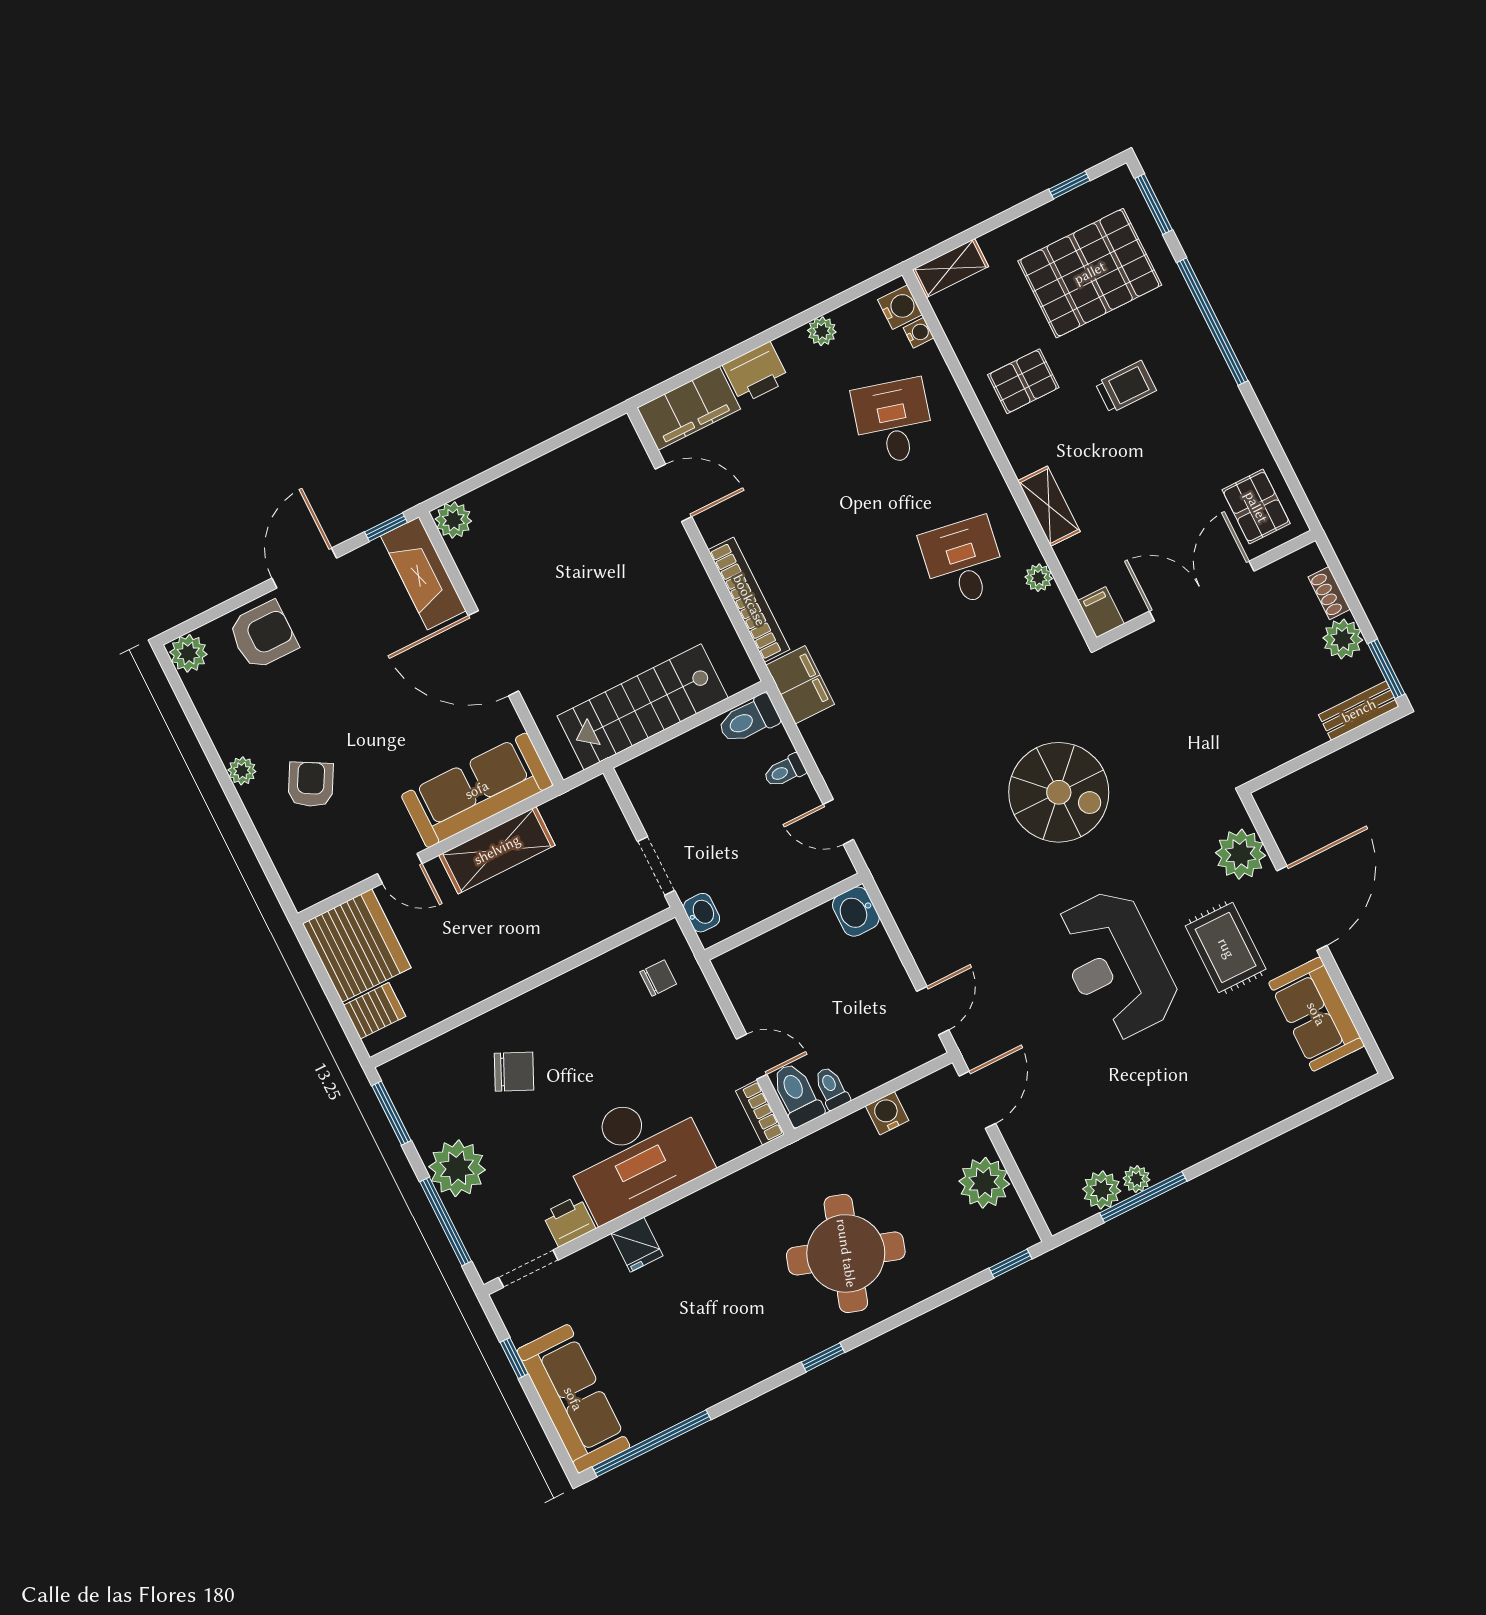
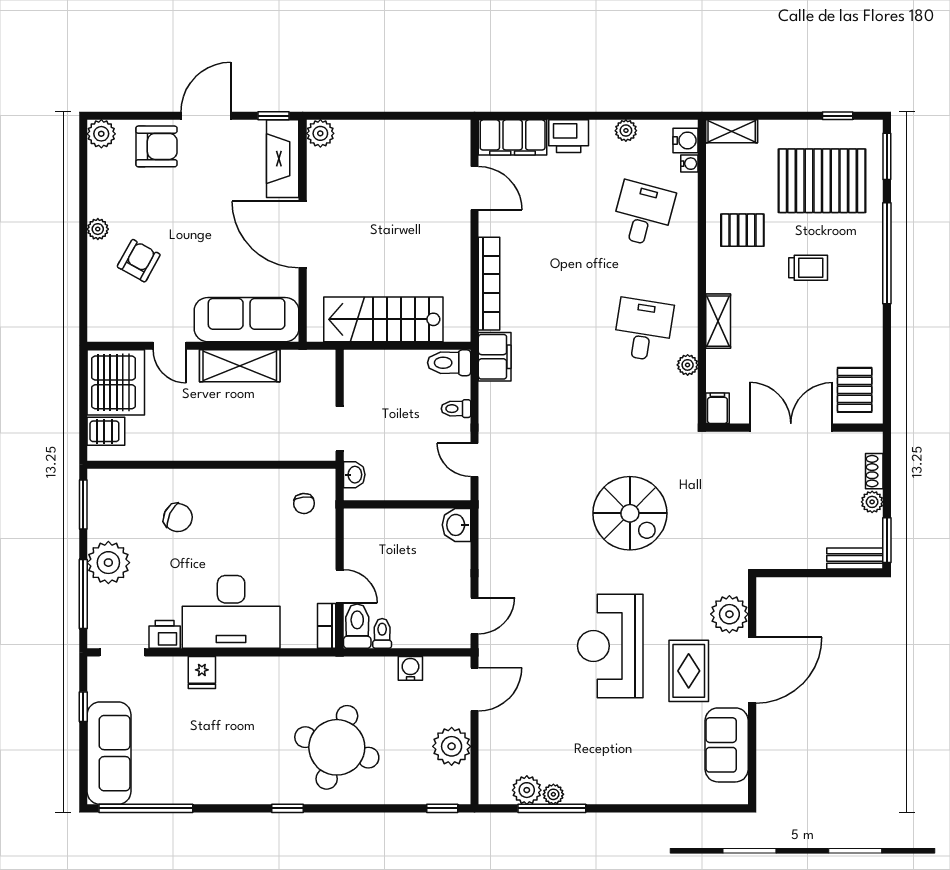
plant: (1343, 639) -> (872, 502), width x0.73, depth x0.73
chair: (658, 978) -> (304, 503), turned 84

